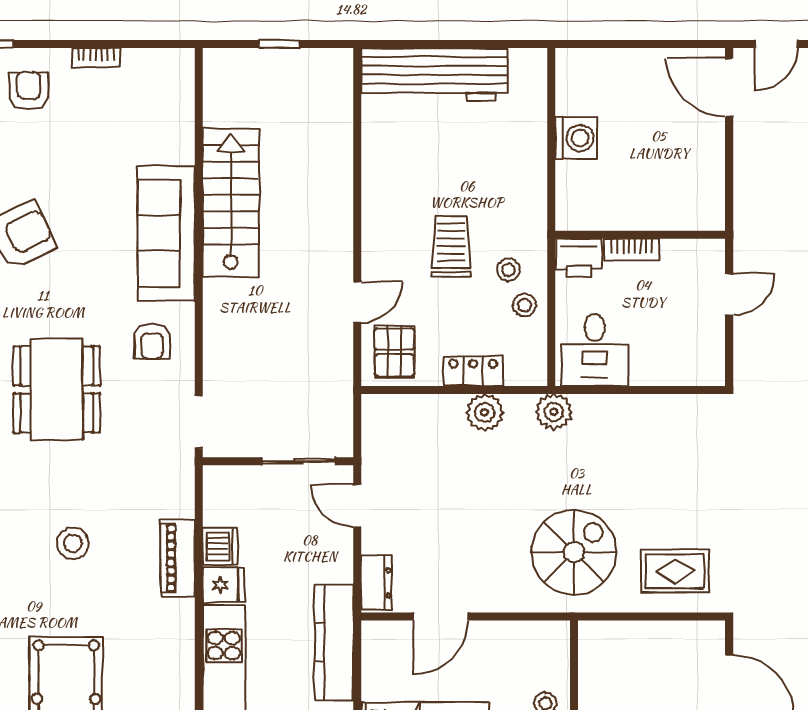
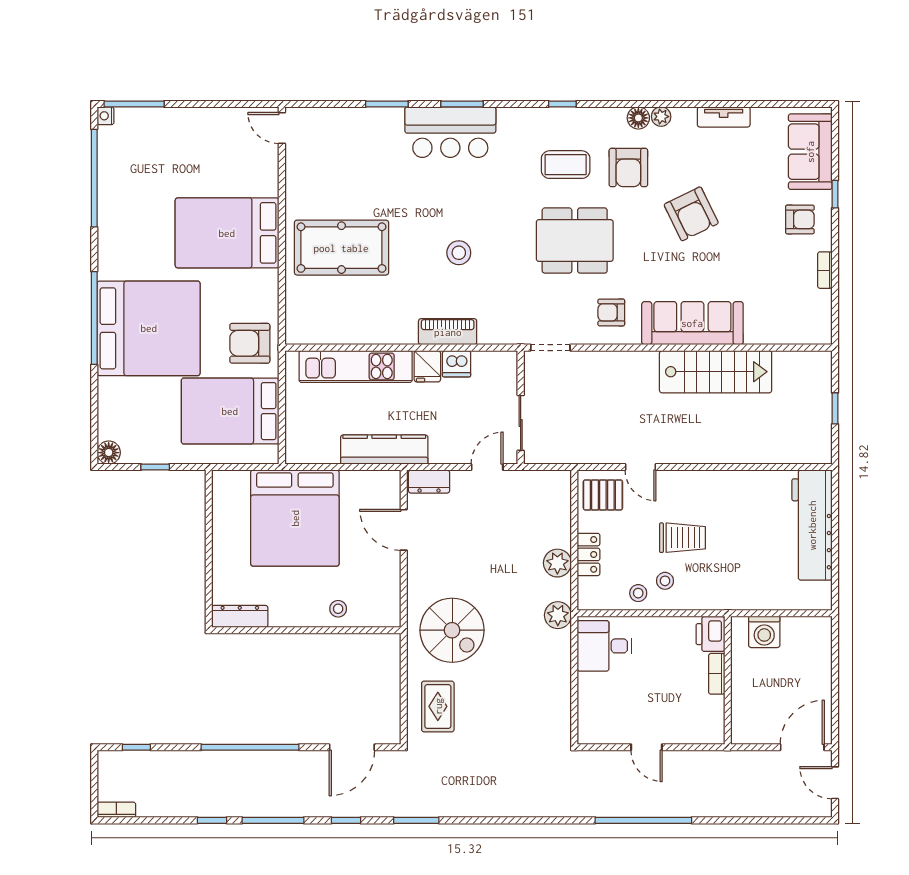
wall: (640, 235) -> (728, 680), moved
bookcase: (632, 250) -> (717, 674), moved
printer: (579, 258) -> (710, 634), moved

